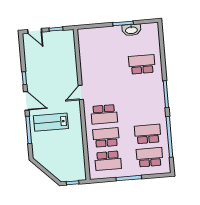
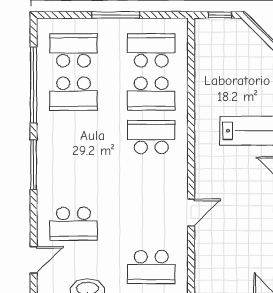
door: (162, 43) -> (34, 260), added
school desk: (98, 45) -> (151, 267), added
door: (81, 93) -> (191, 212), moved
school desk: (150, 157) -> (73, 50), turned 180

